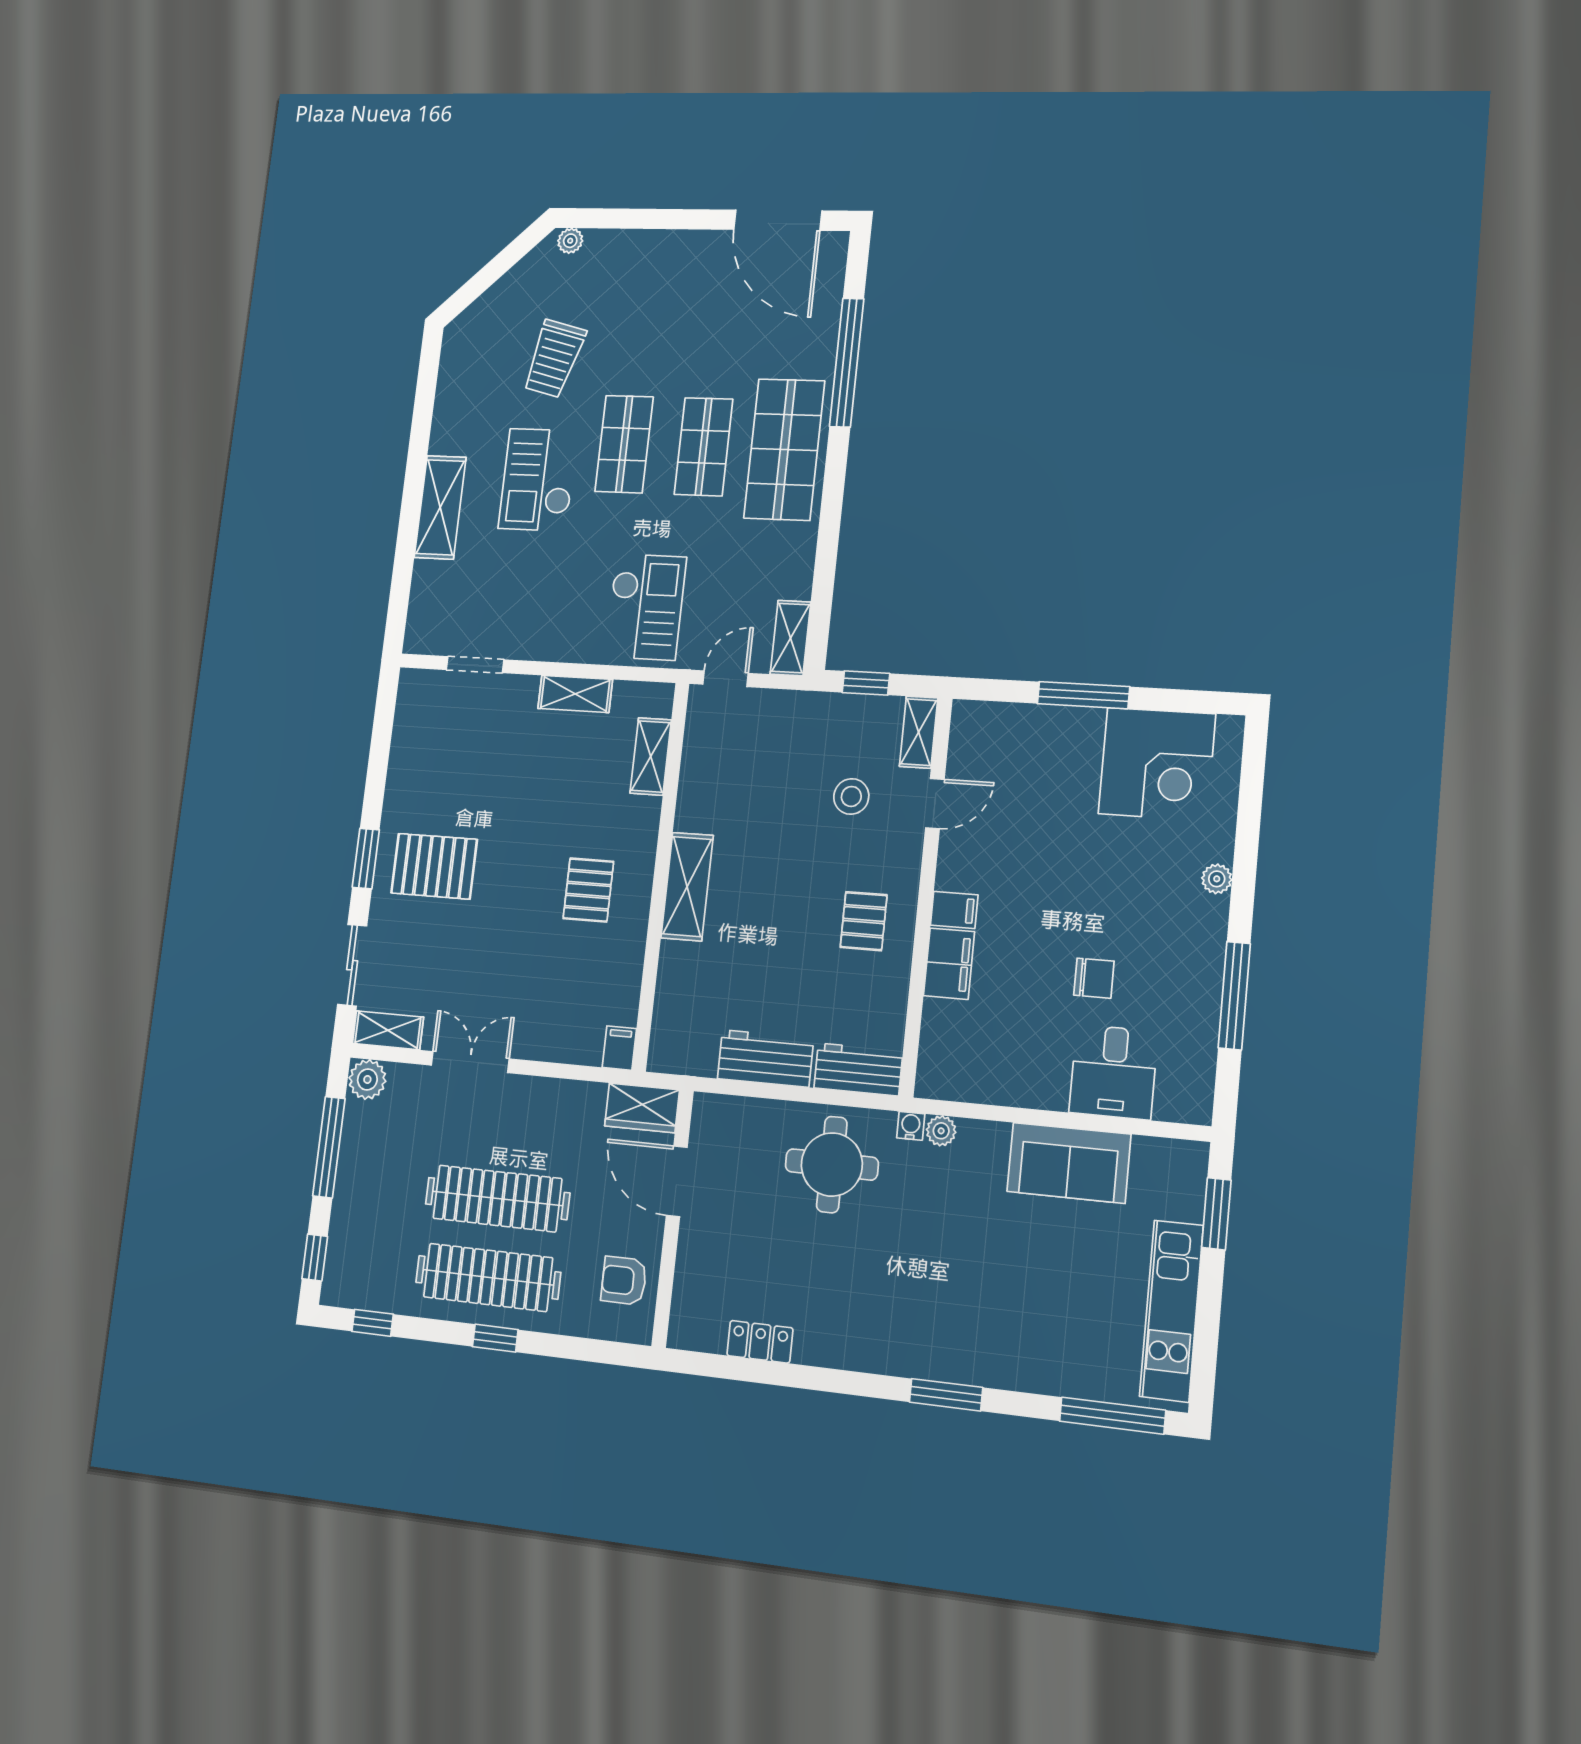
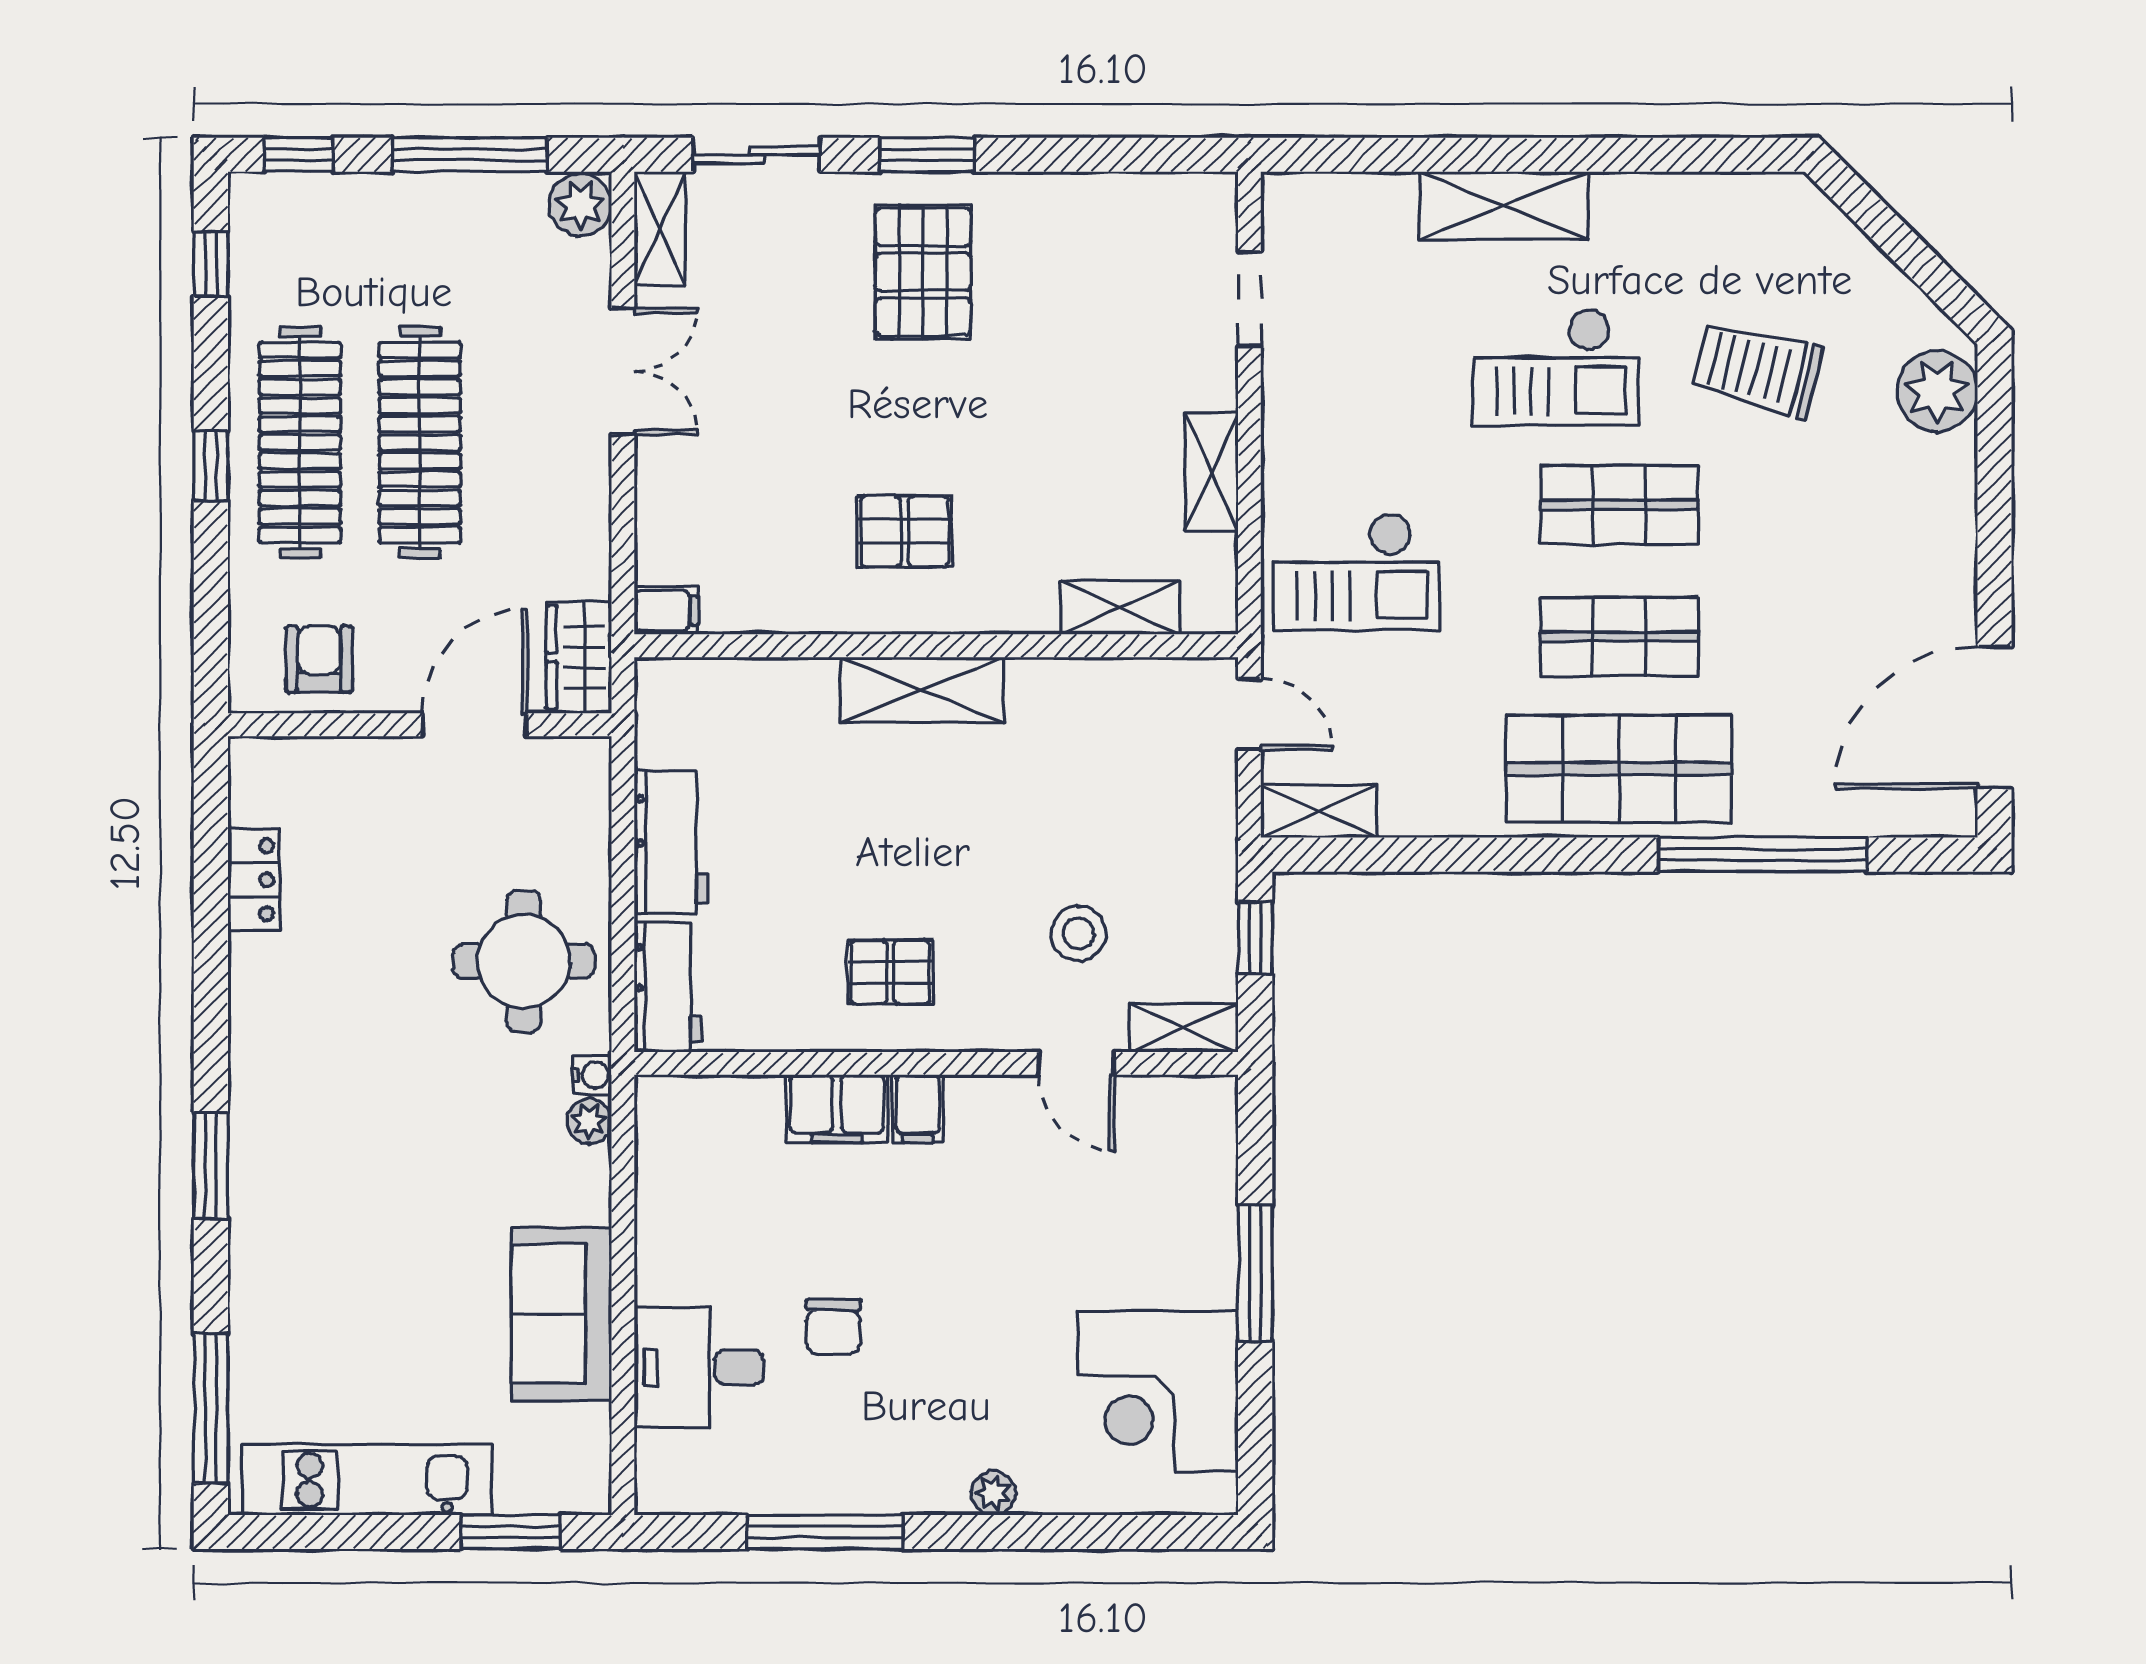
plant: (570, 241) -> (1937, 391), width x1.87, depth x1.87
checkout: (538, 480) -> (1556, 367), turned 180

